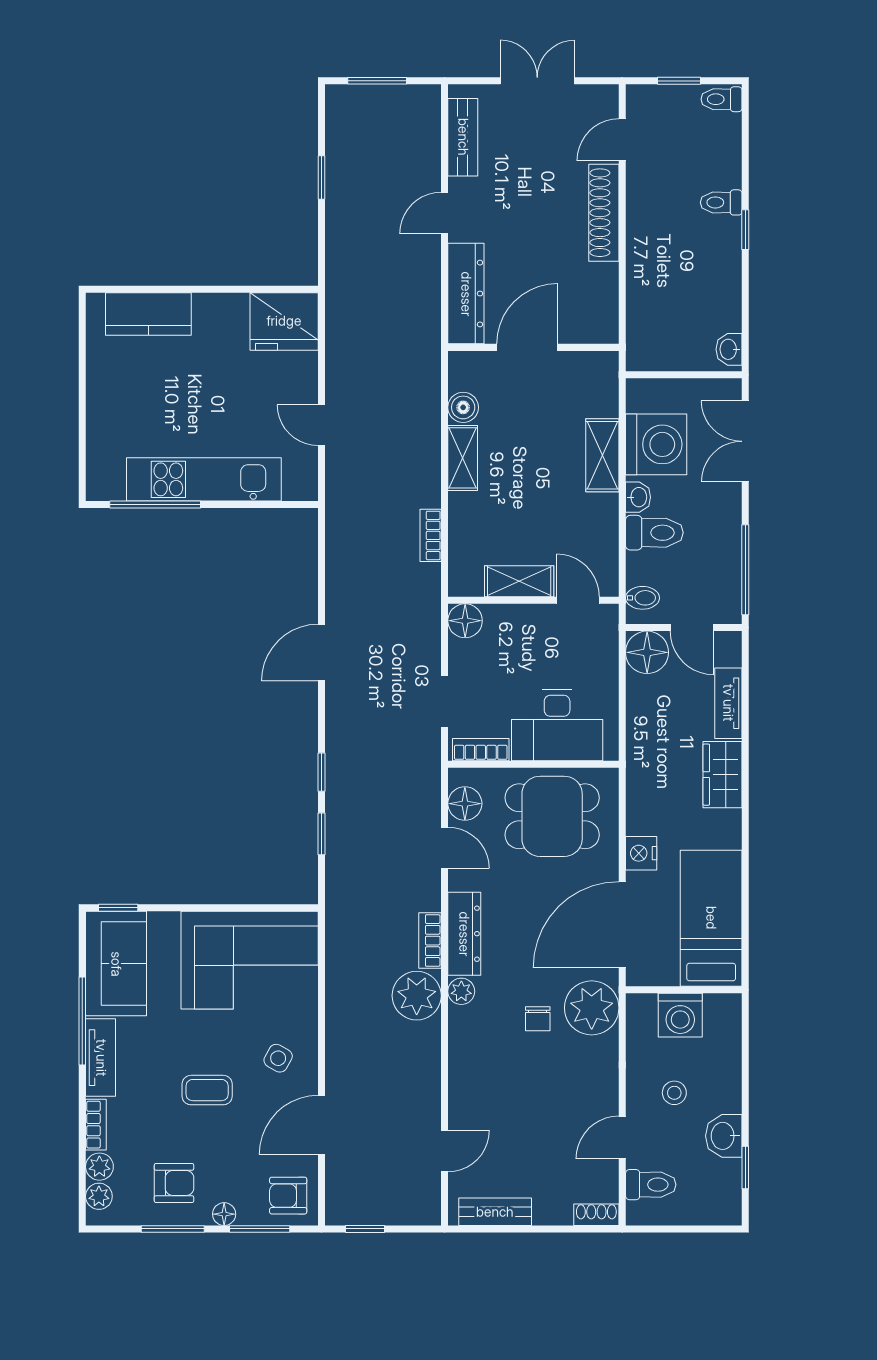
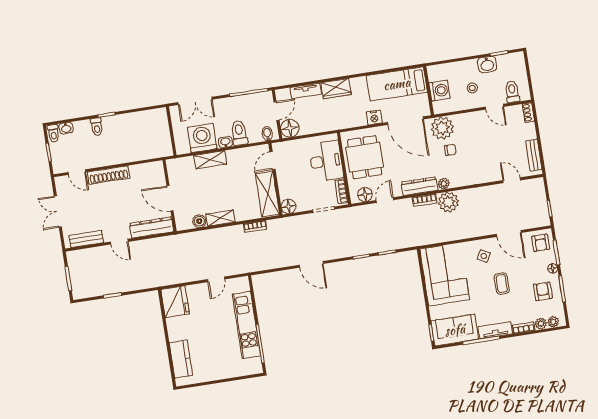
washbasin: (729, 349) -> (66, 128), moved
shelving: (519, 581) -> (267, 194), width x1.50, depth x1.33

